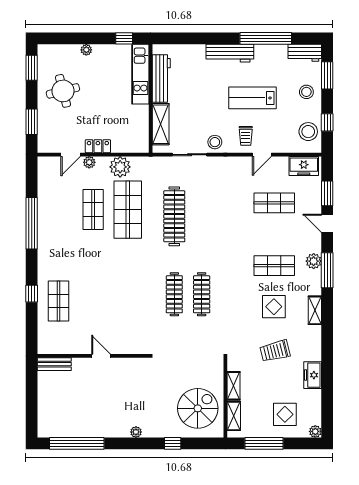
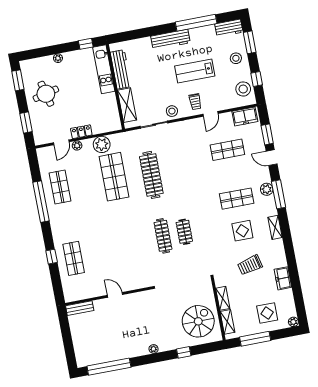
shop shelf: (93, 210) -> (60, 187), moved
clothes rail: (202, 294) -> (184, 232), width x0.73

